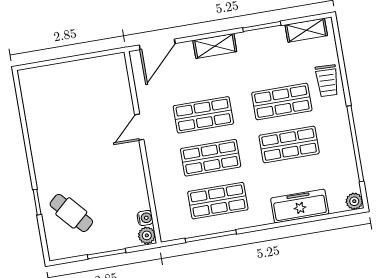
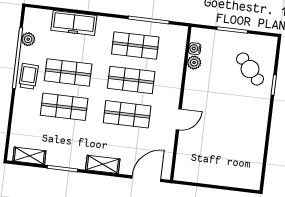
trolley: (327, 81) -> (29, 76), moved
plant: (354, 201) -> (28, 39), moved
plant: (147, 235) -> (194, 63), moved

